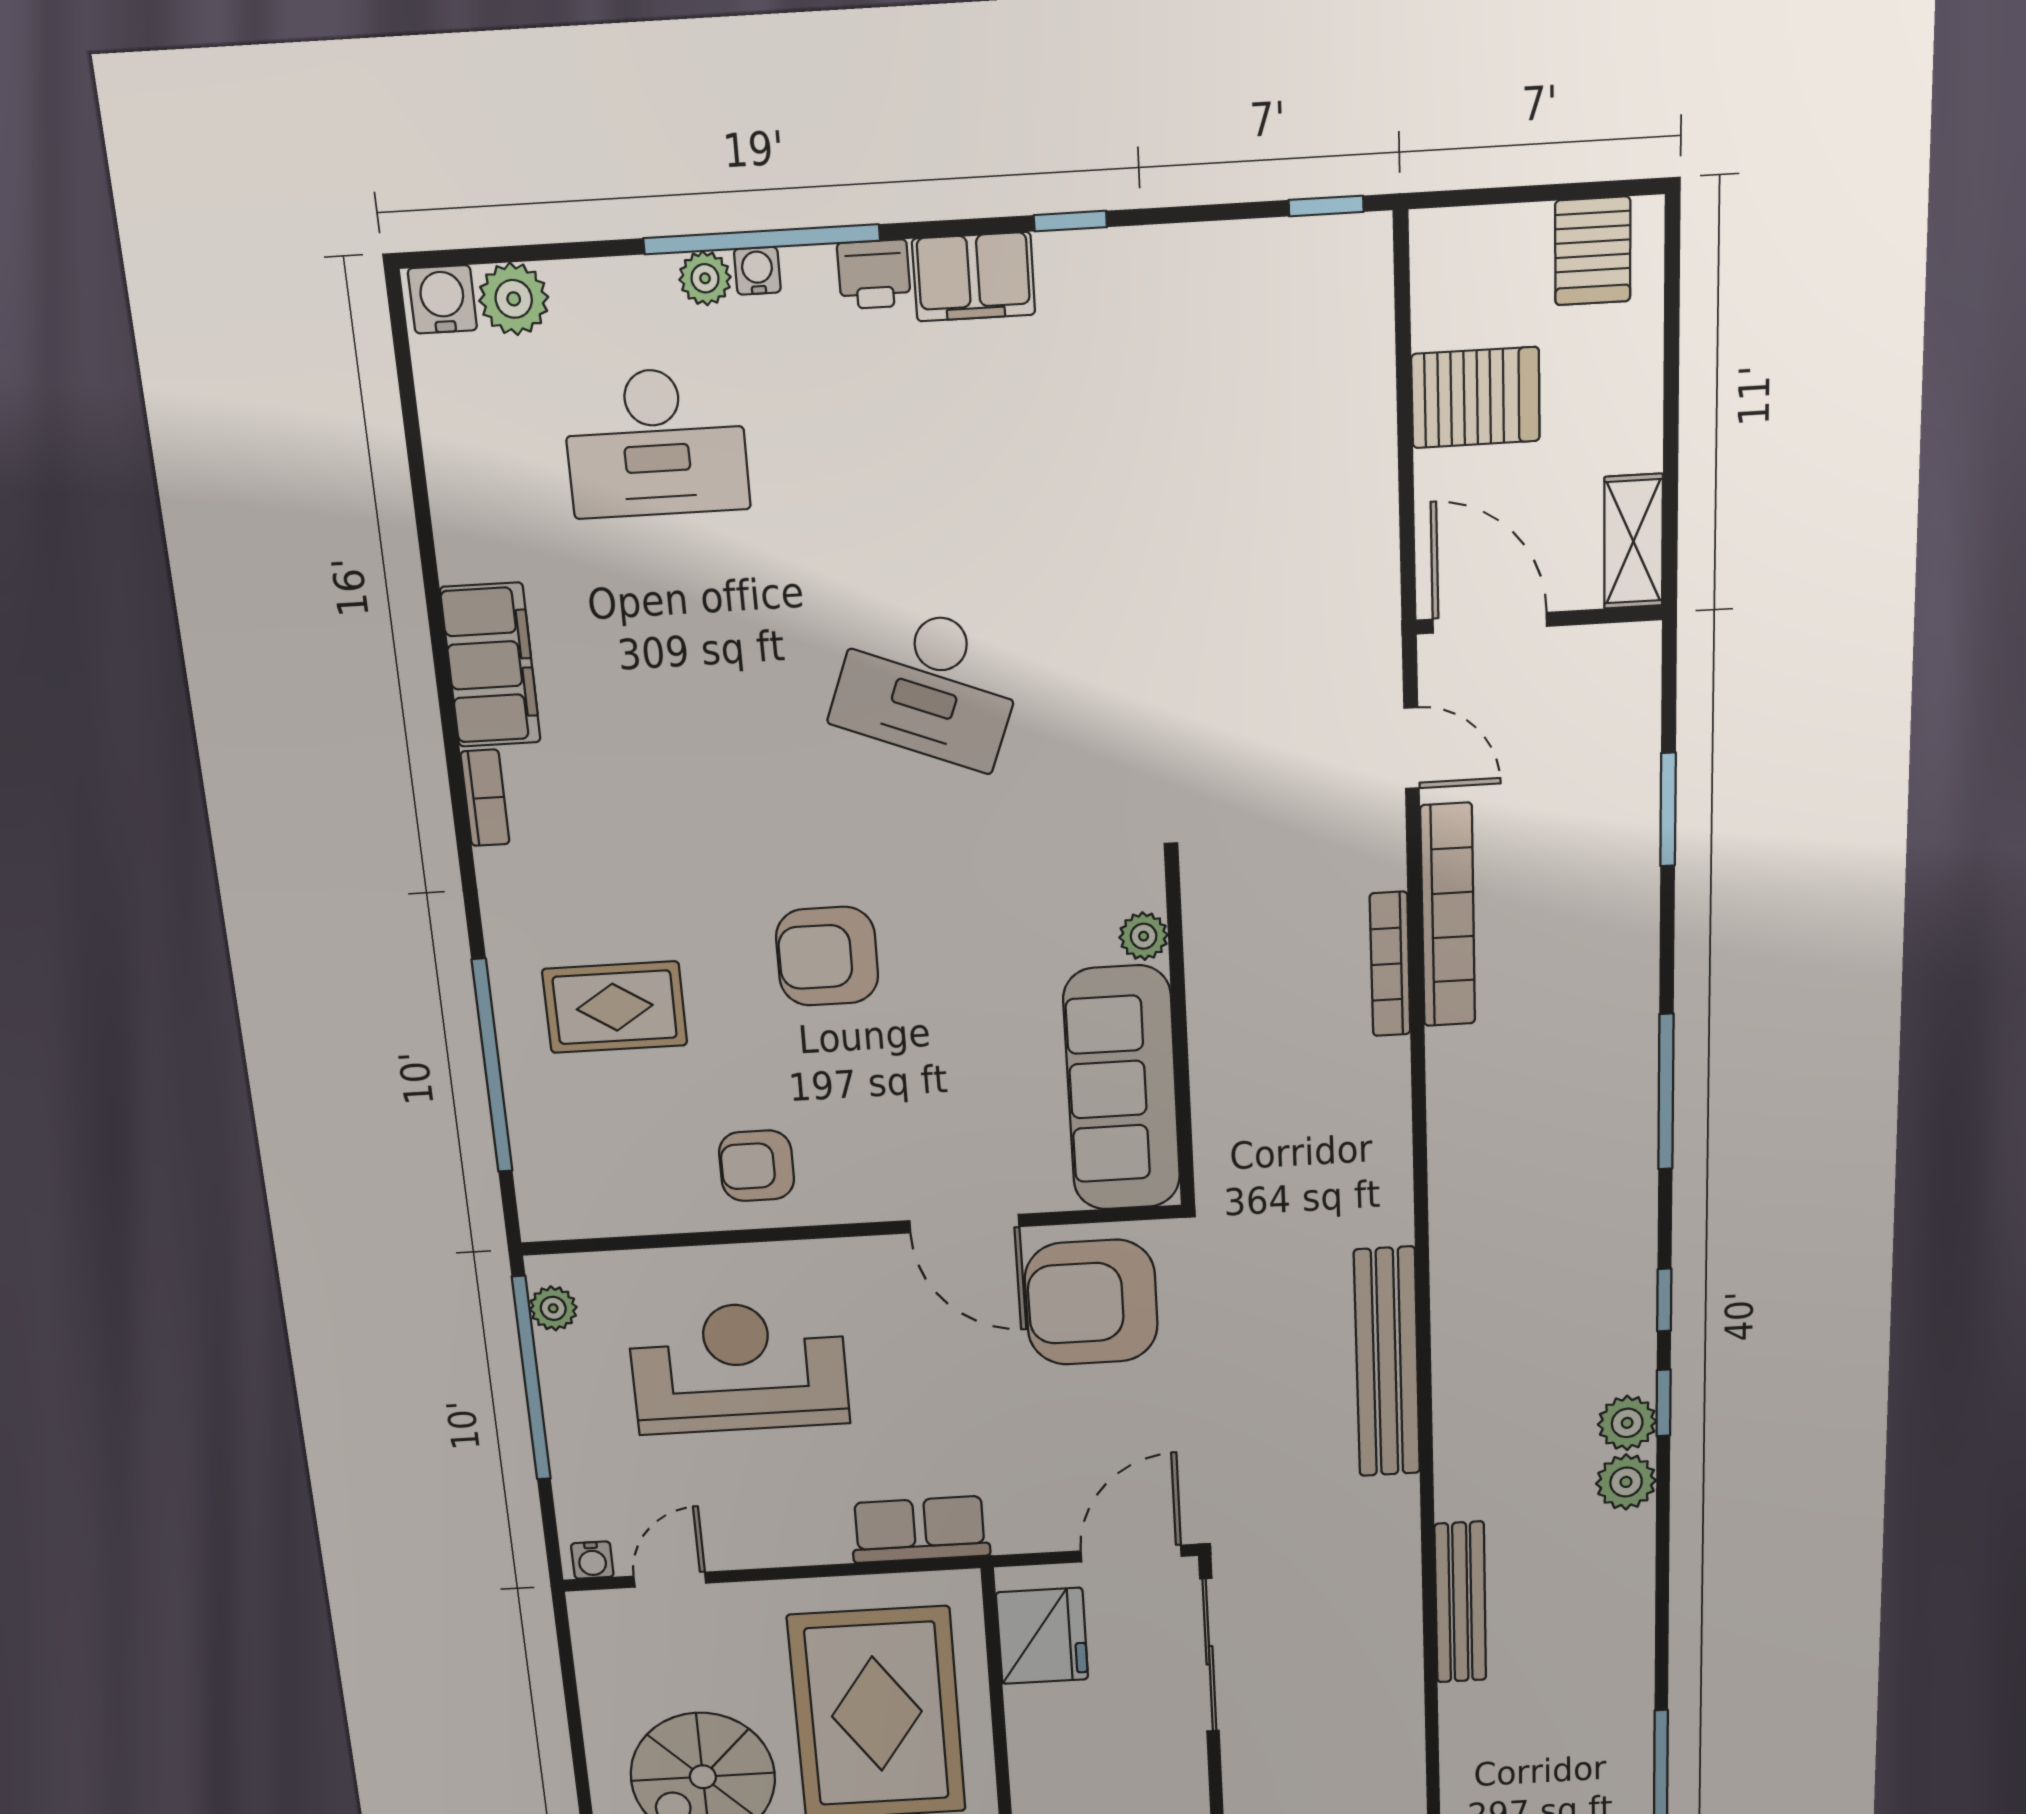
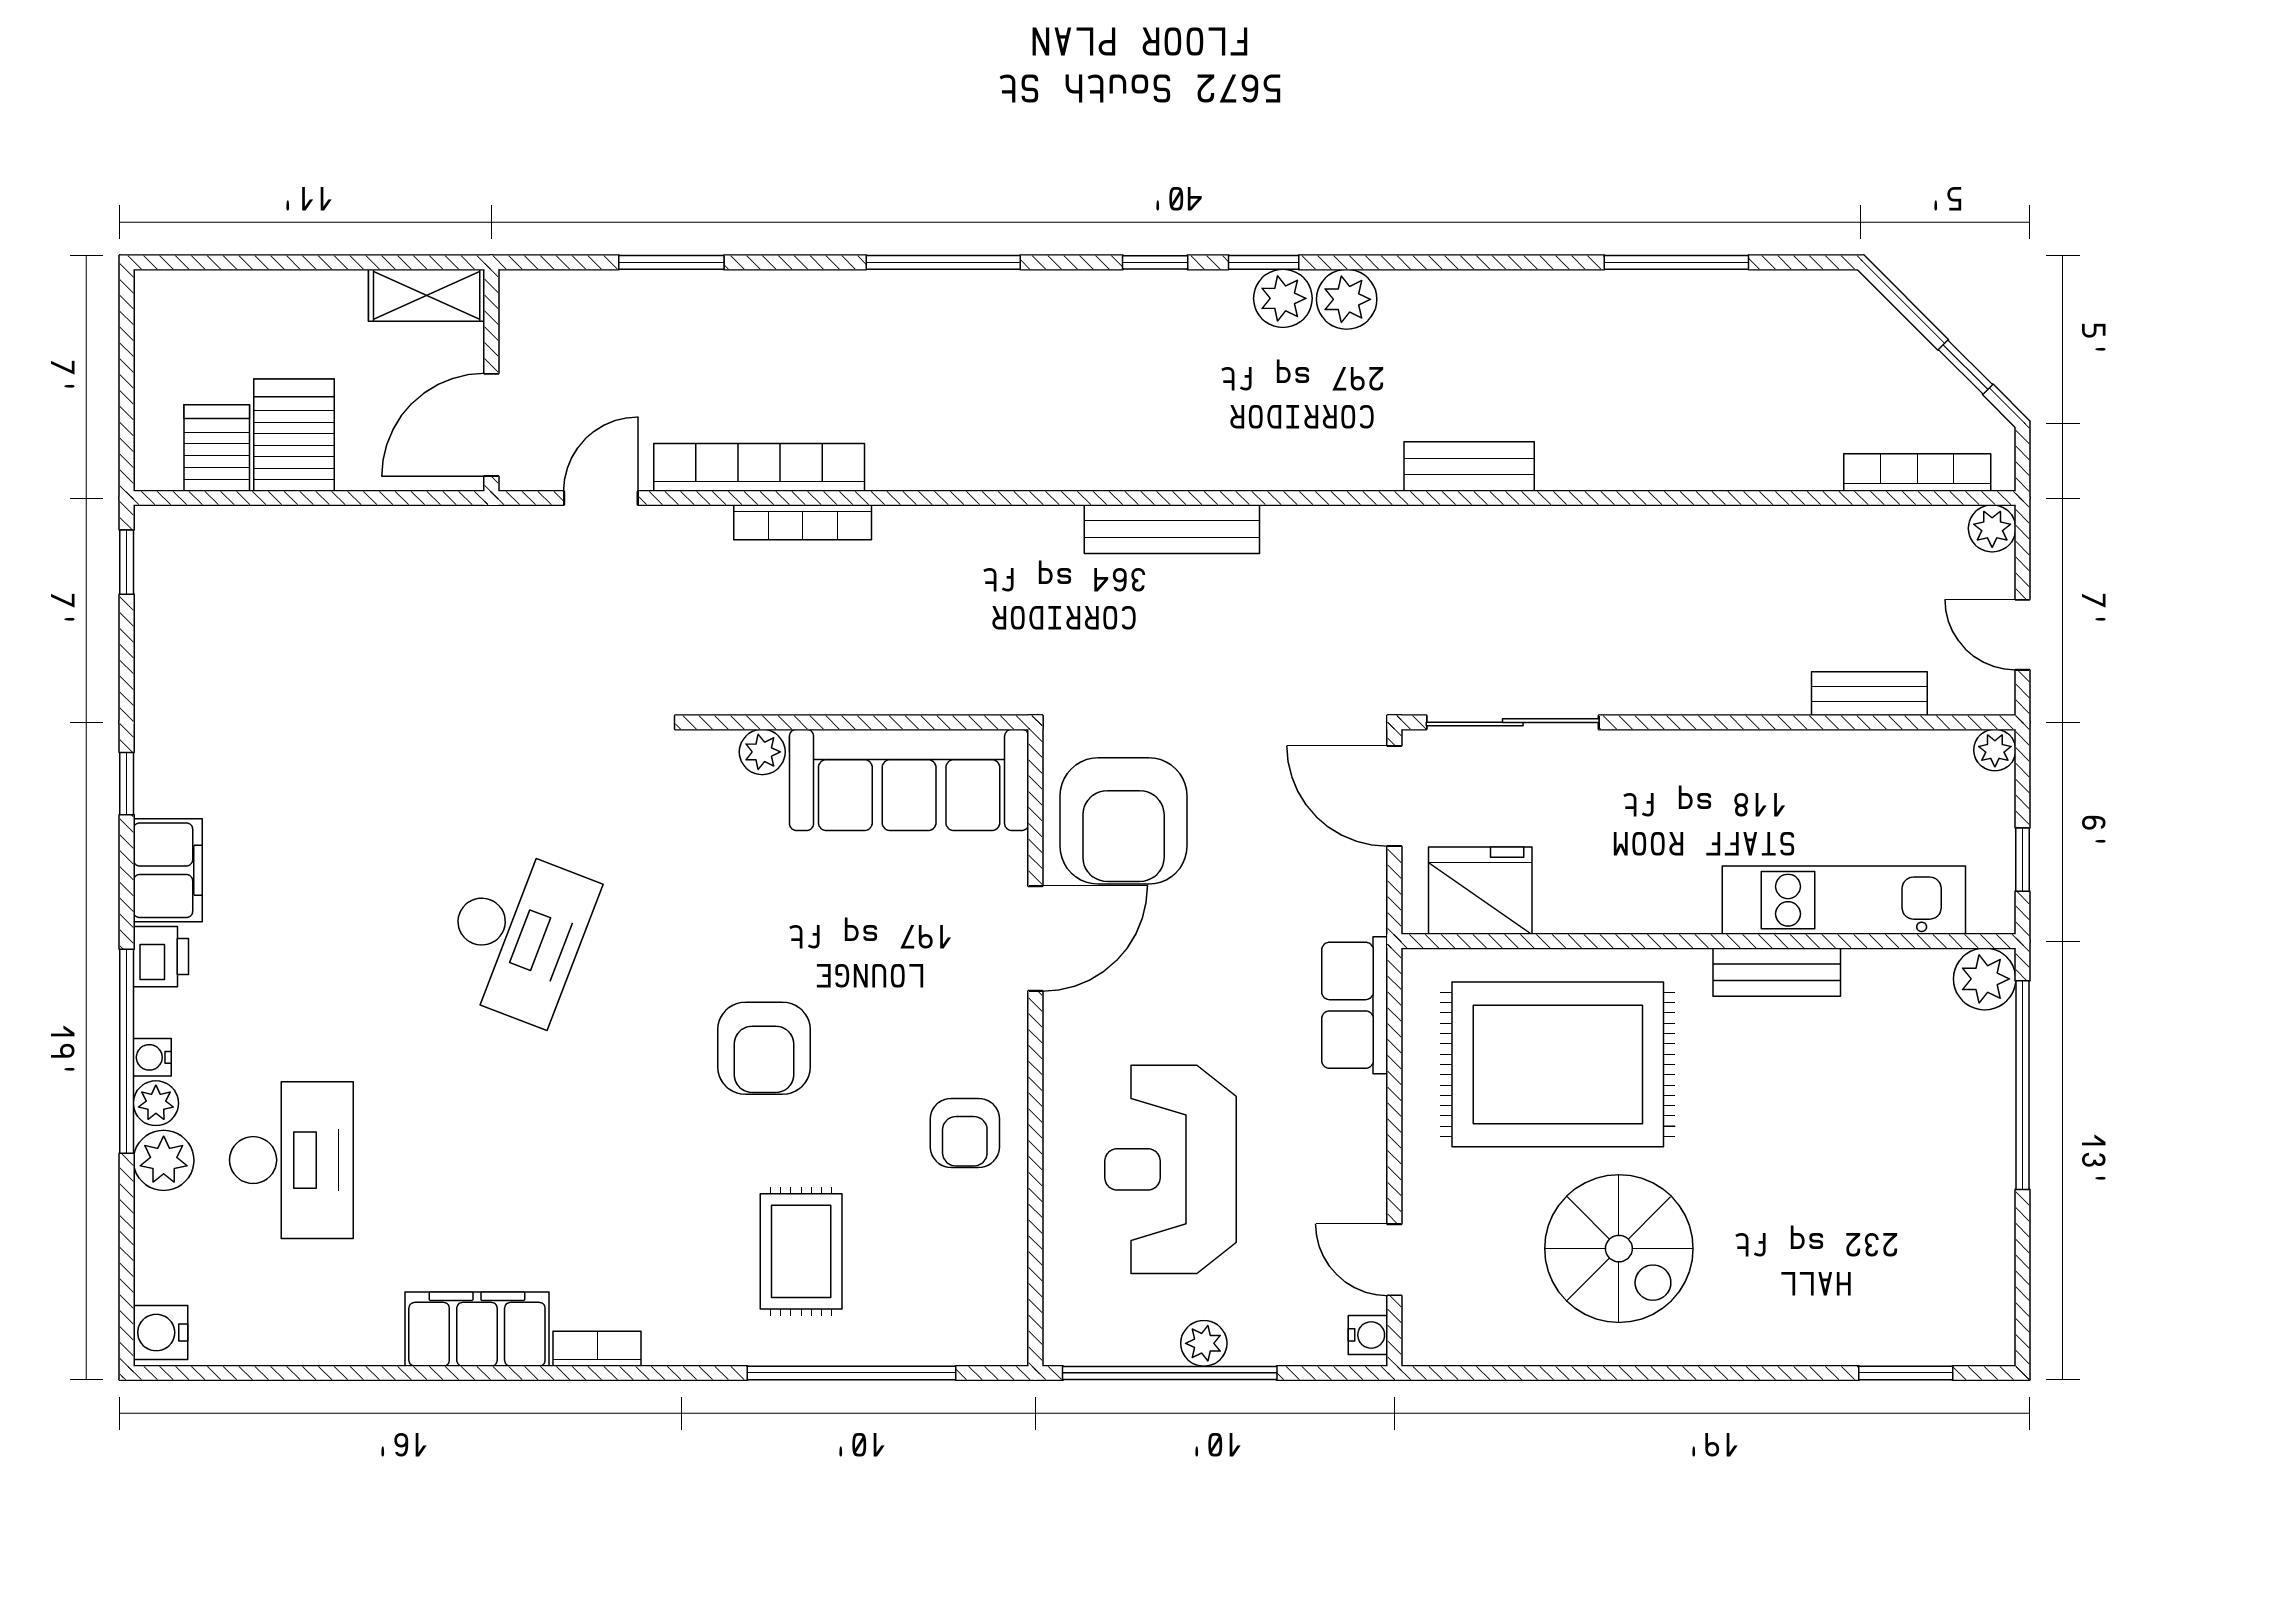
server rack: (1593, 251) -> (217, 448), moved, turned -90
plant: (514, 299) -> (164, 1160), moved
plant: (553, 1308) -> (1204, 1343), moved
bench: (1387, 1362) -> (1172, 529), width x0.73, depth x0.82
bench: (1460, 1602) -> (1469, 466), width x0.73

